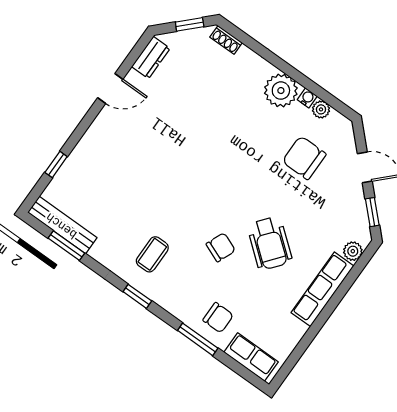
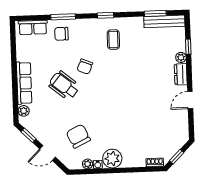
dresser: (151, 57) -> (181, 74), moved
plant: (78, 157) -> (181, 57), added
chair: (304, 158) -> (78, 136), turned -116

